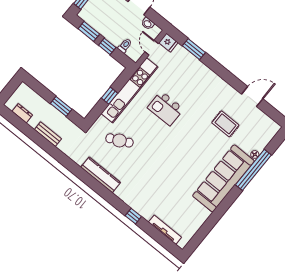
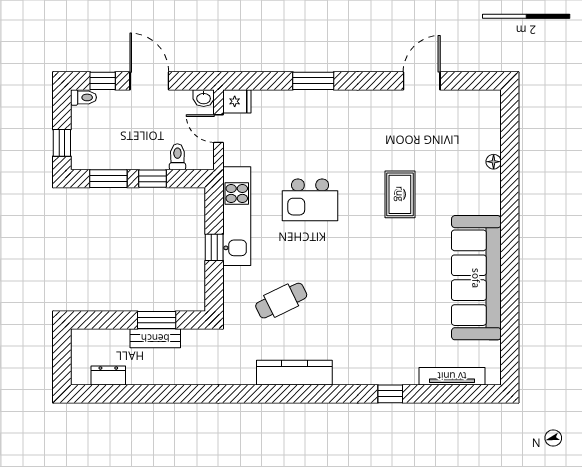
washbasin: (148, 24) -> (204, 98), moved
window: (194, 49) -> (313, 81), moved
kitchen unit: (130, 90) -> (237, 216), width x0.73
rug: (225, 124) -> (400, 194), moved, turned 90
bench: (48, 134) -> (155, 338), moved
window: (253, 170) -> (510, 186), removed
sofa: (223, 178) -> (476, 278), moved

